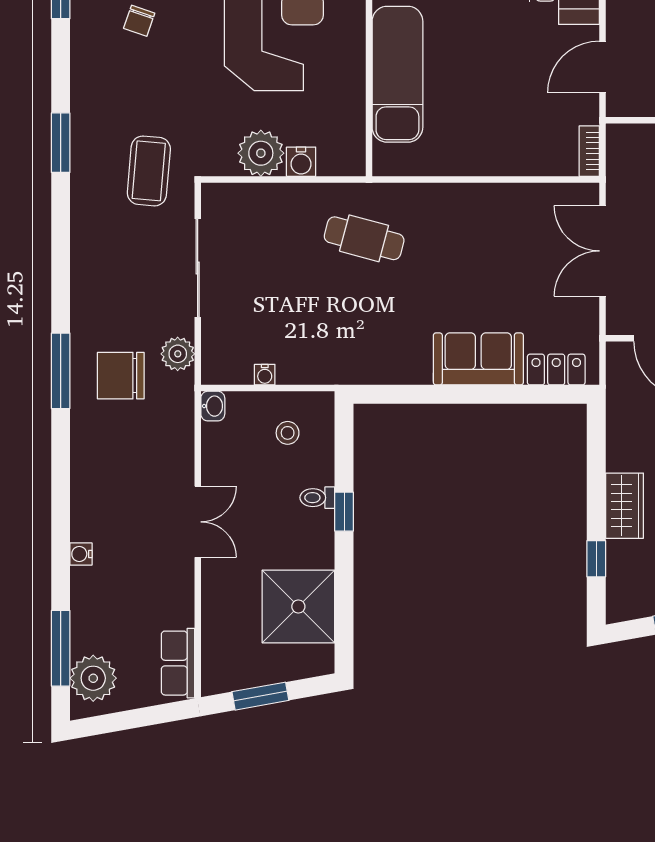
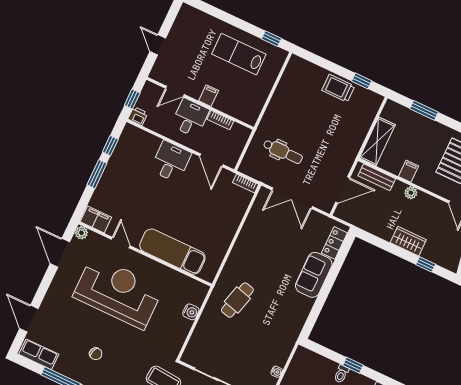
plant: (261, 153) -> (179, 328), removed
stool: (288, 433) -> (307, 374), removed

